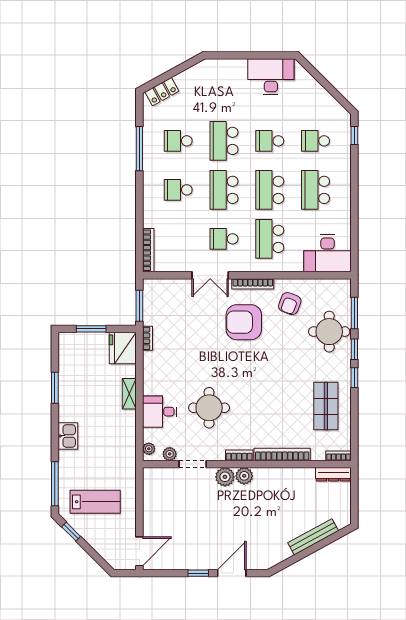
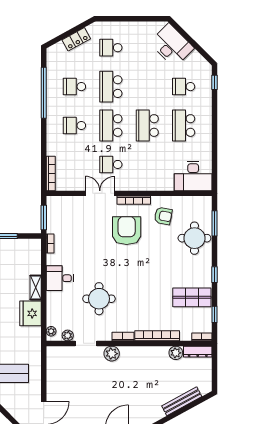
desk: (271, 77) -> (172, 45), moved, turned 45
locker: (162, 92) -> (76, 39), moved
school desk: (270, 141) -> (111, 48), moved
window: (139, 149) -> (44, 93), width x1.46
school desk: (270, 239) -> (147, 164), removed
double door: (210, 275) -> (100, 193), swing flipped
armchair: (290, 304) -> (163, 216), turned -100
armchair: (244, 322) -> (127, 231), turned 90
fridge: (123, 348) -> (30, 313), moved
window: (354, 349) -> (214, 314), moved
shop shelf: (326, 406) -> (192, 297), turned 90
desk: (160, 412) -> (60, 278), moved
plant: (244, 476) -> (176, 353), moved

